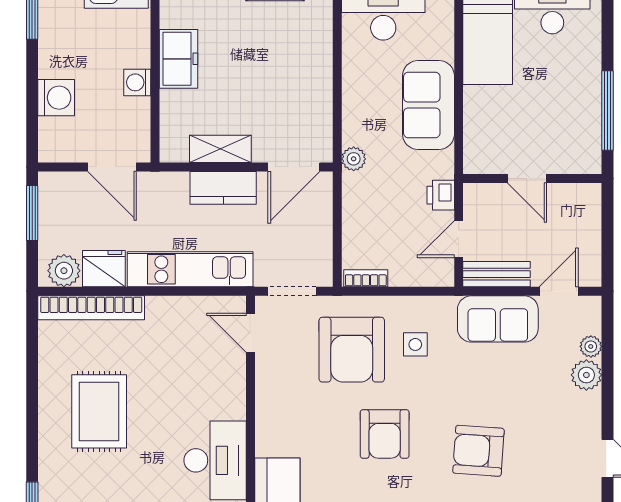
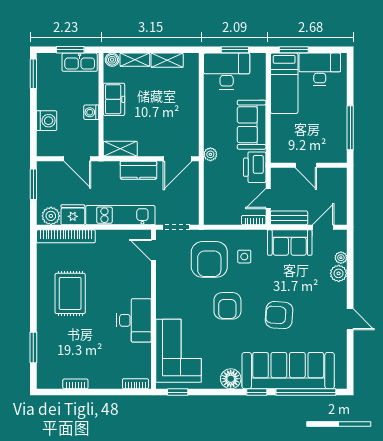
shelving: (220, 149) -> (120, 149), moved
printer: (441, 195) -> (255, 167), width x1.87, depth x1.48
bookcase: (366, 278) -> (254, 220), moved

